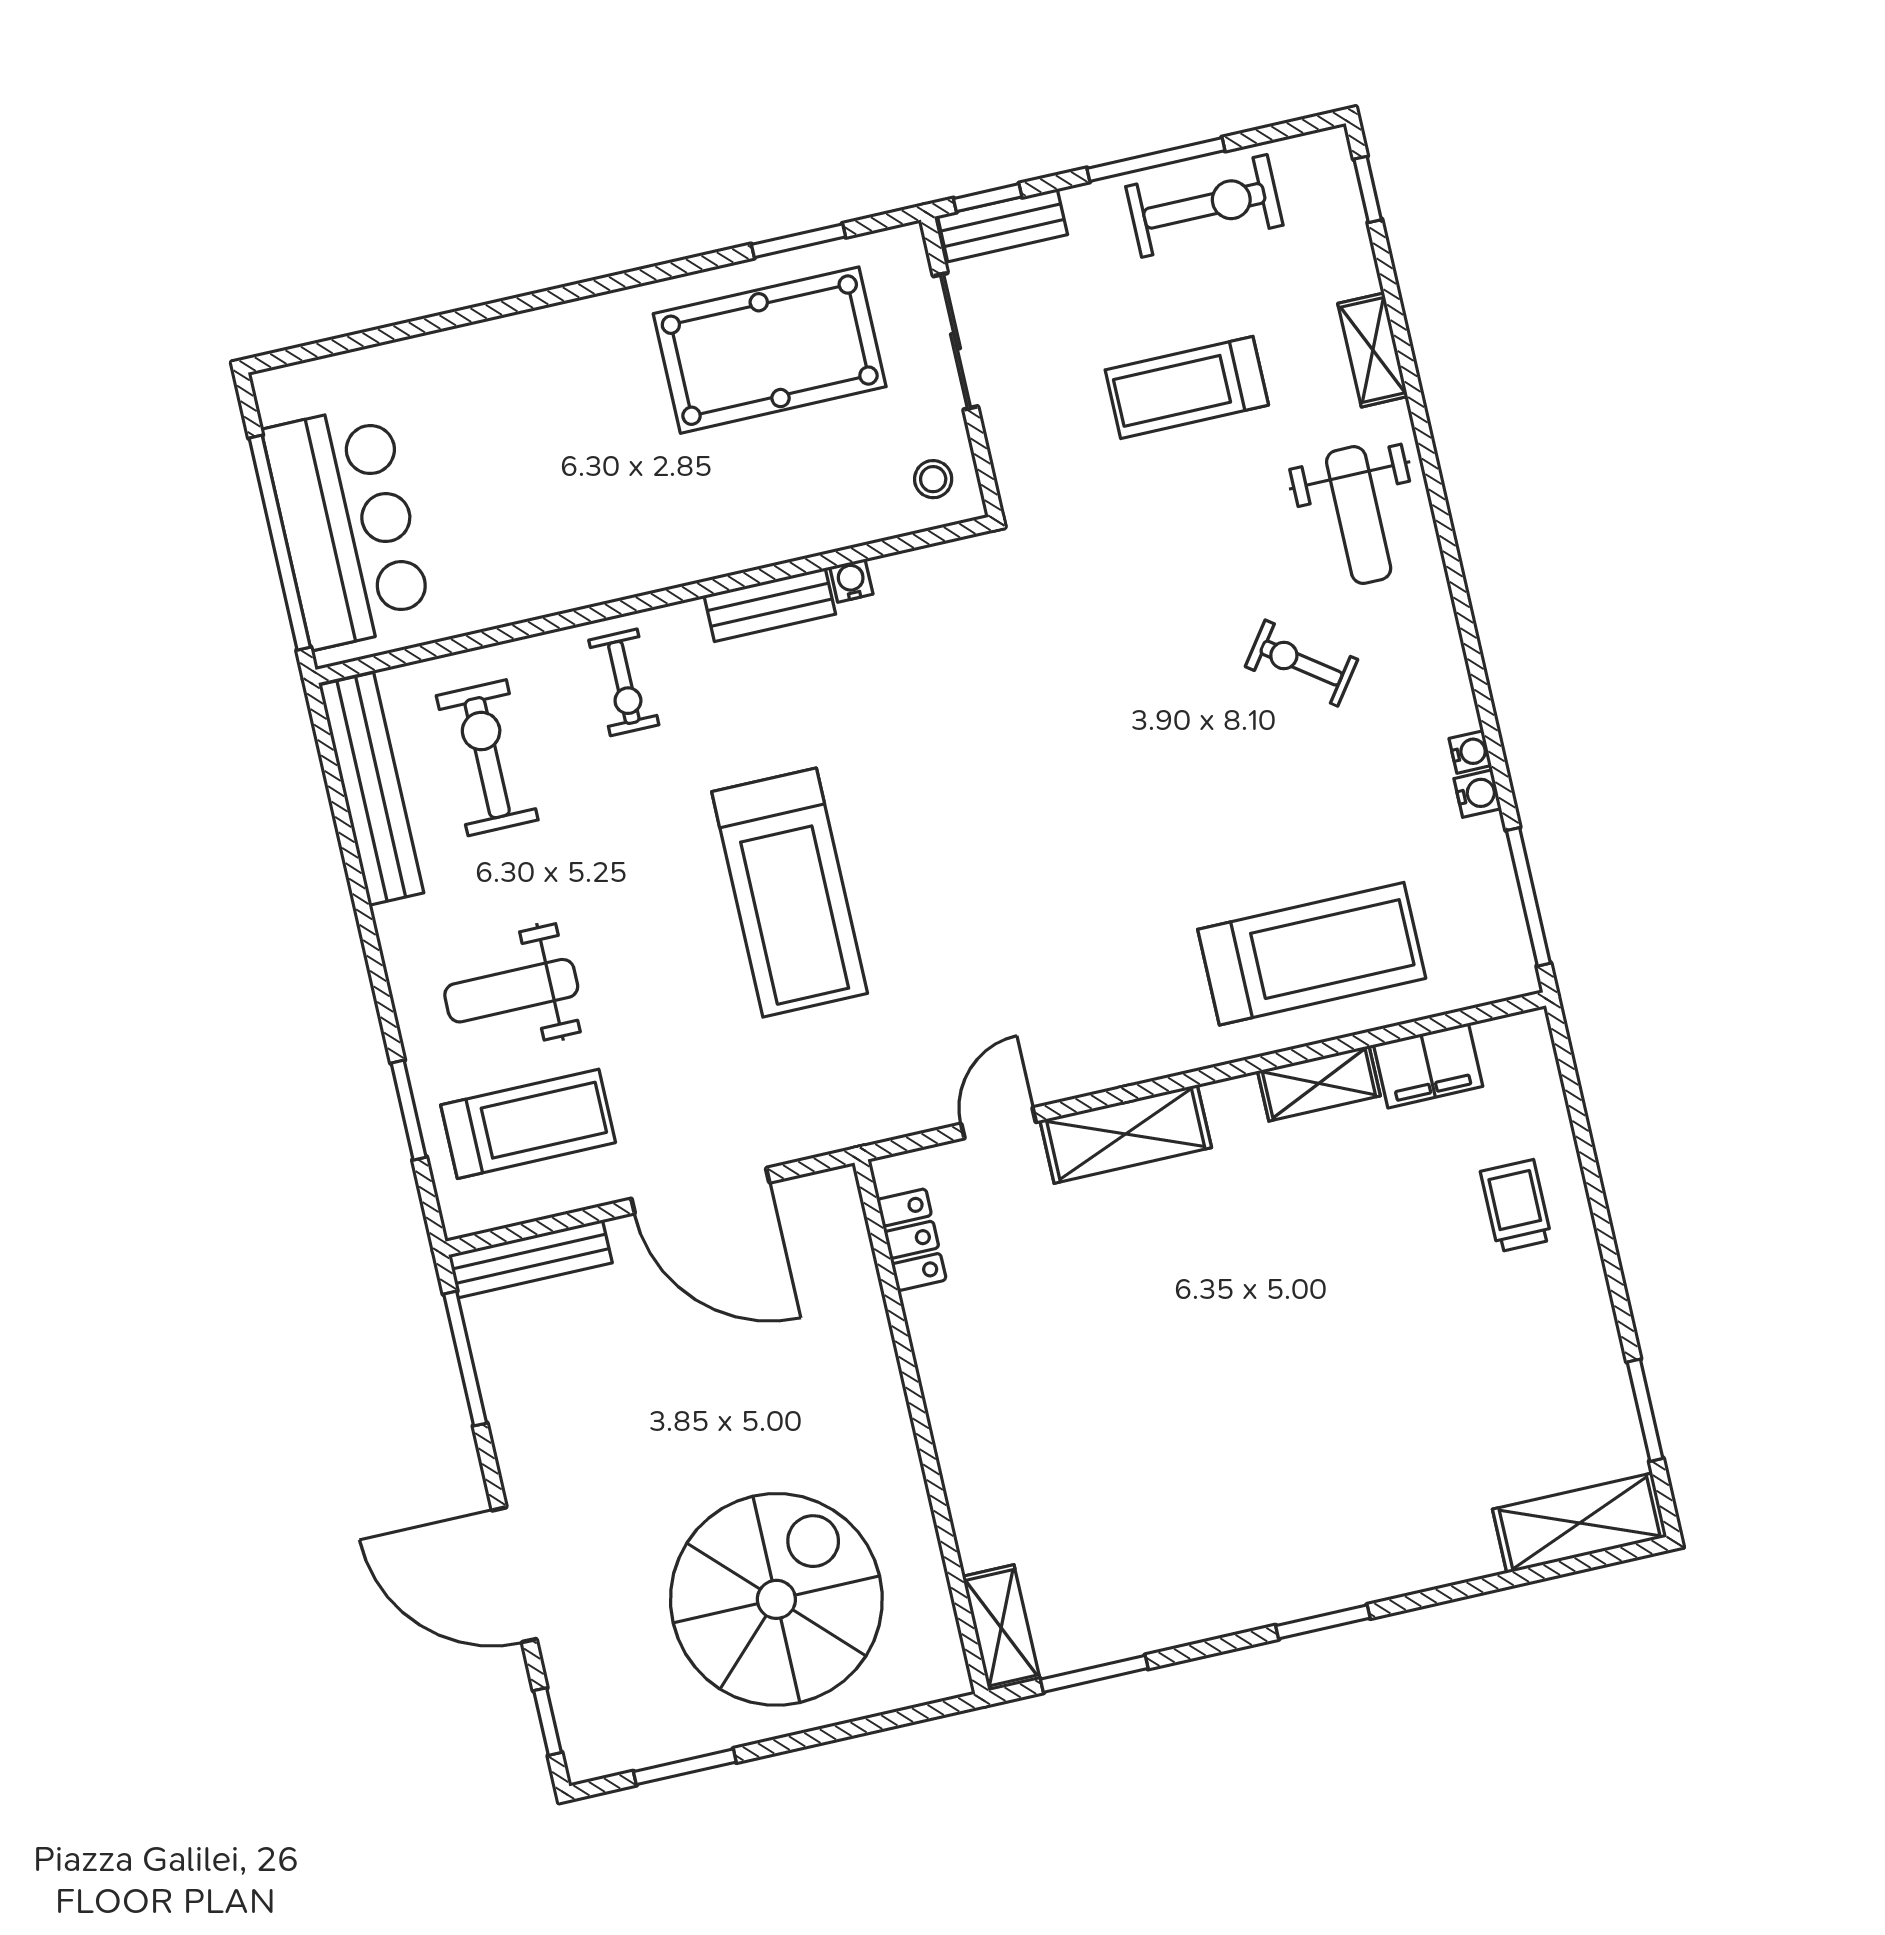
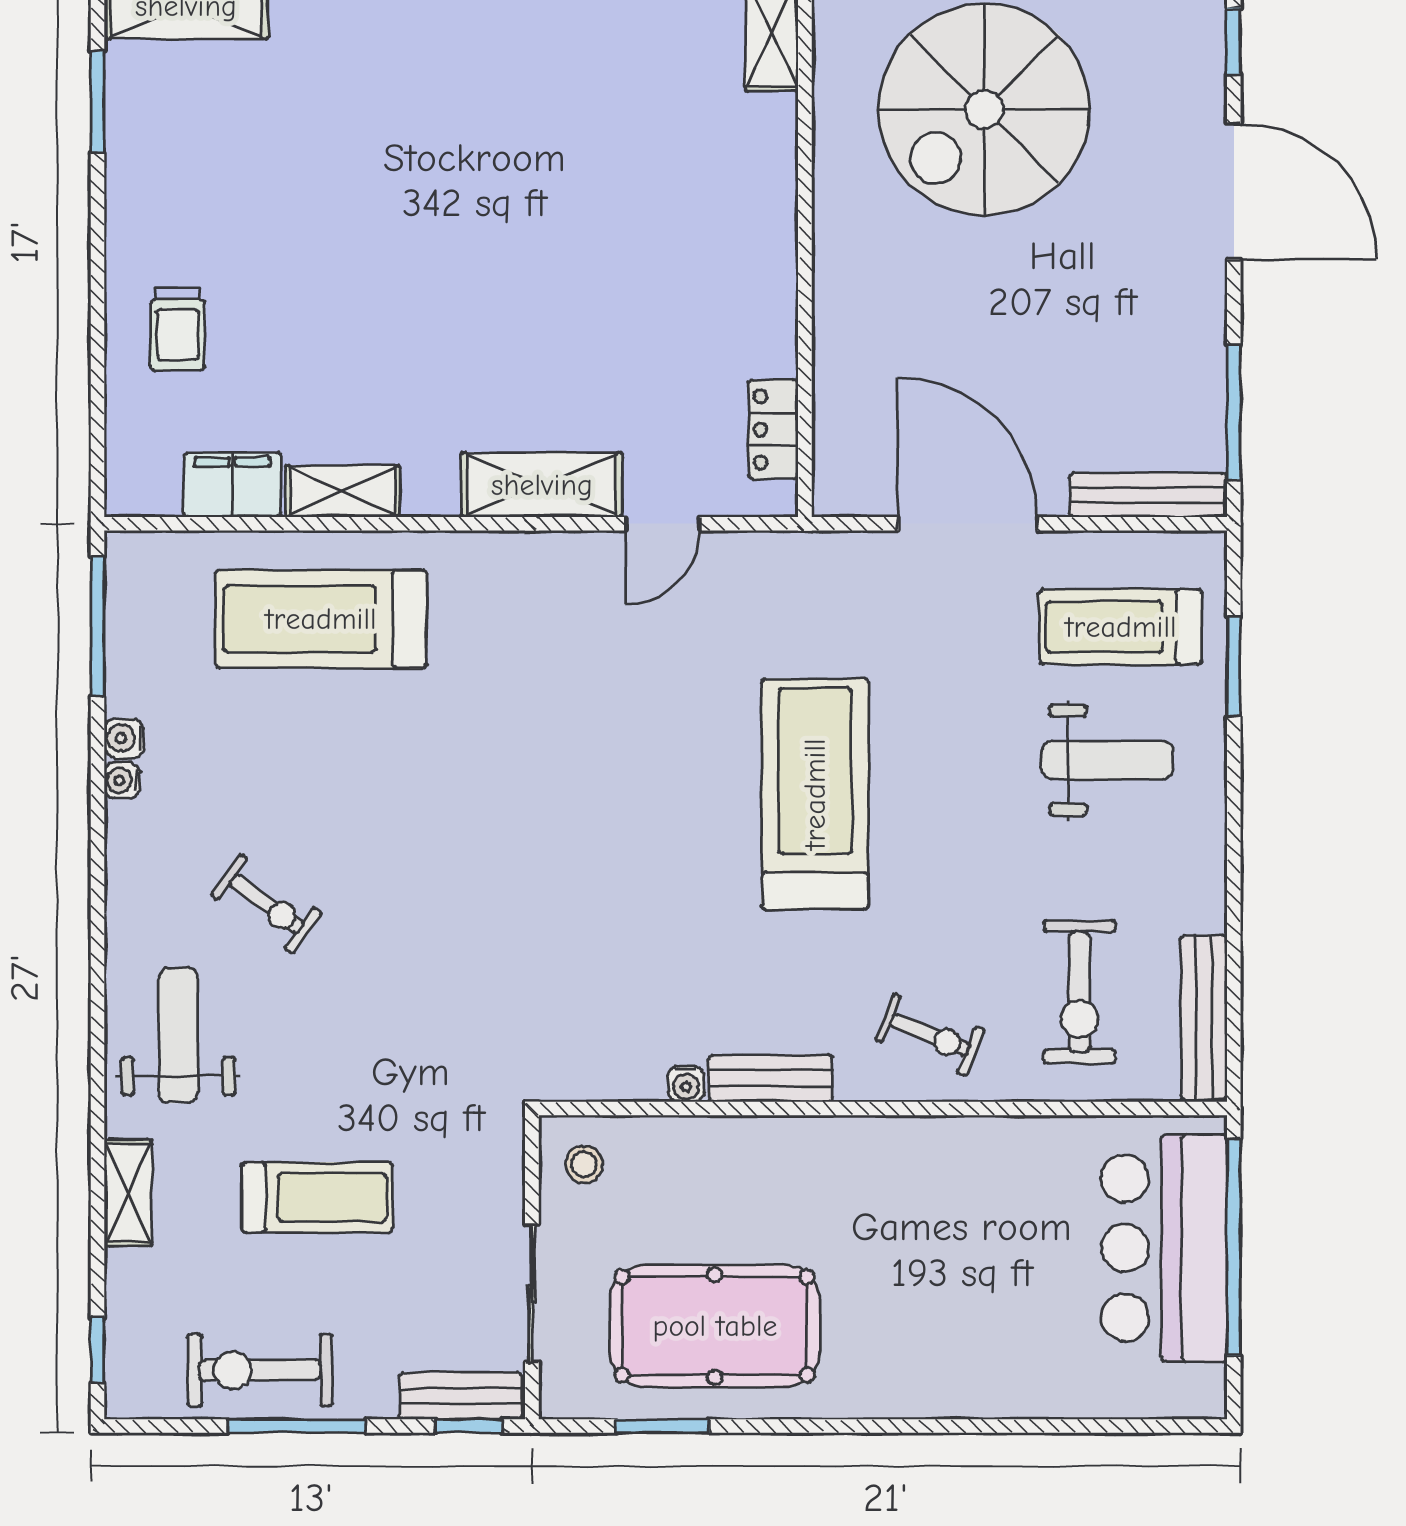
exercise bike: (624, 682) -> (930, 1035), turned 112
bench: (371, 789) -> (1204, 1017), width x0.73, depth x0.82

